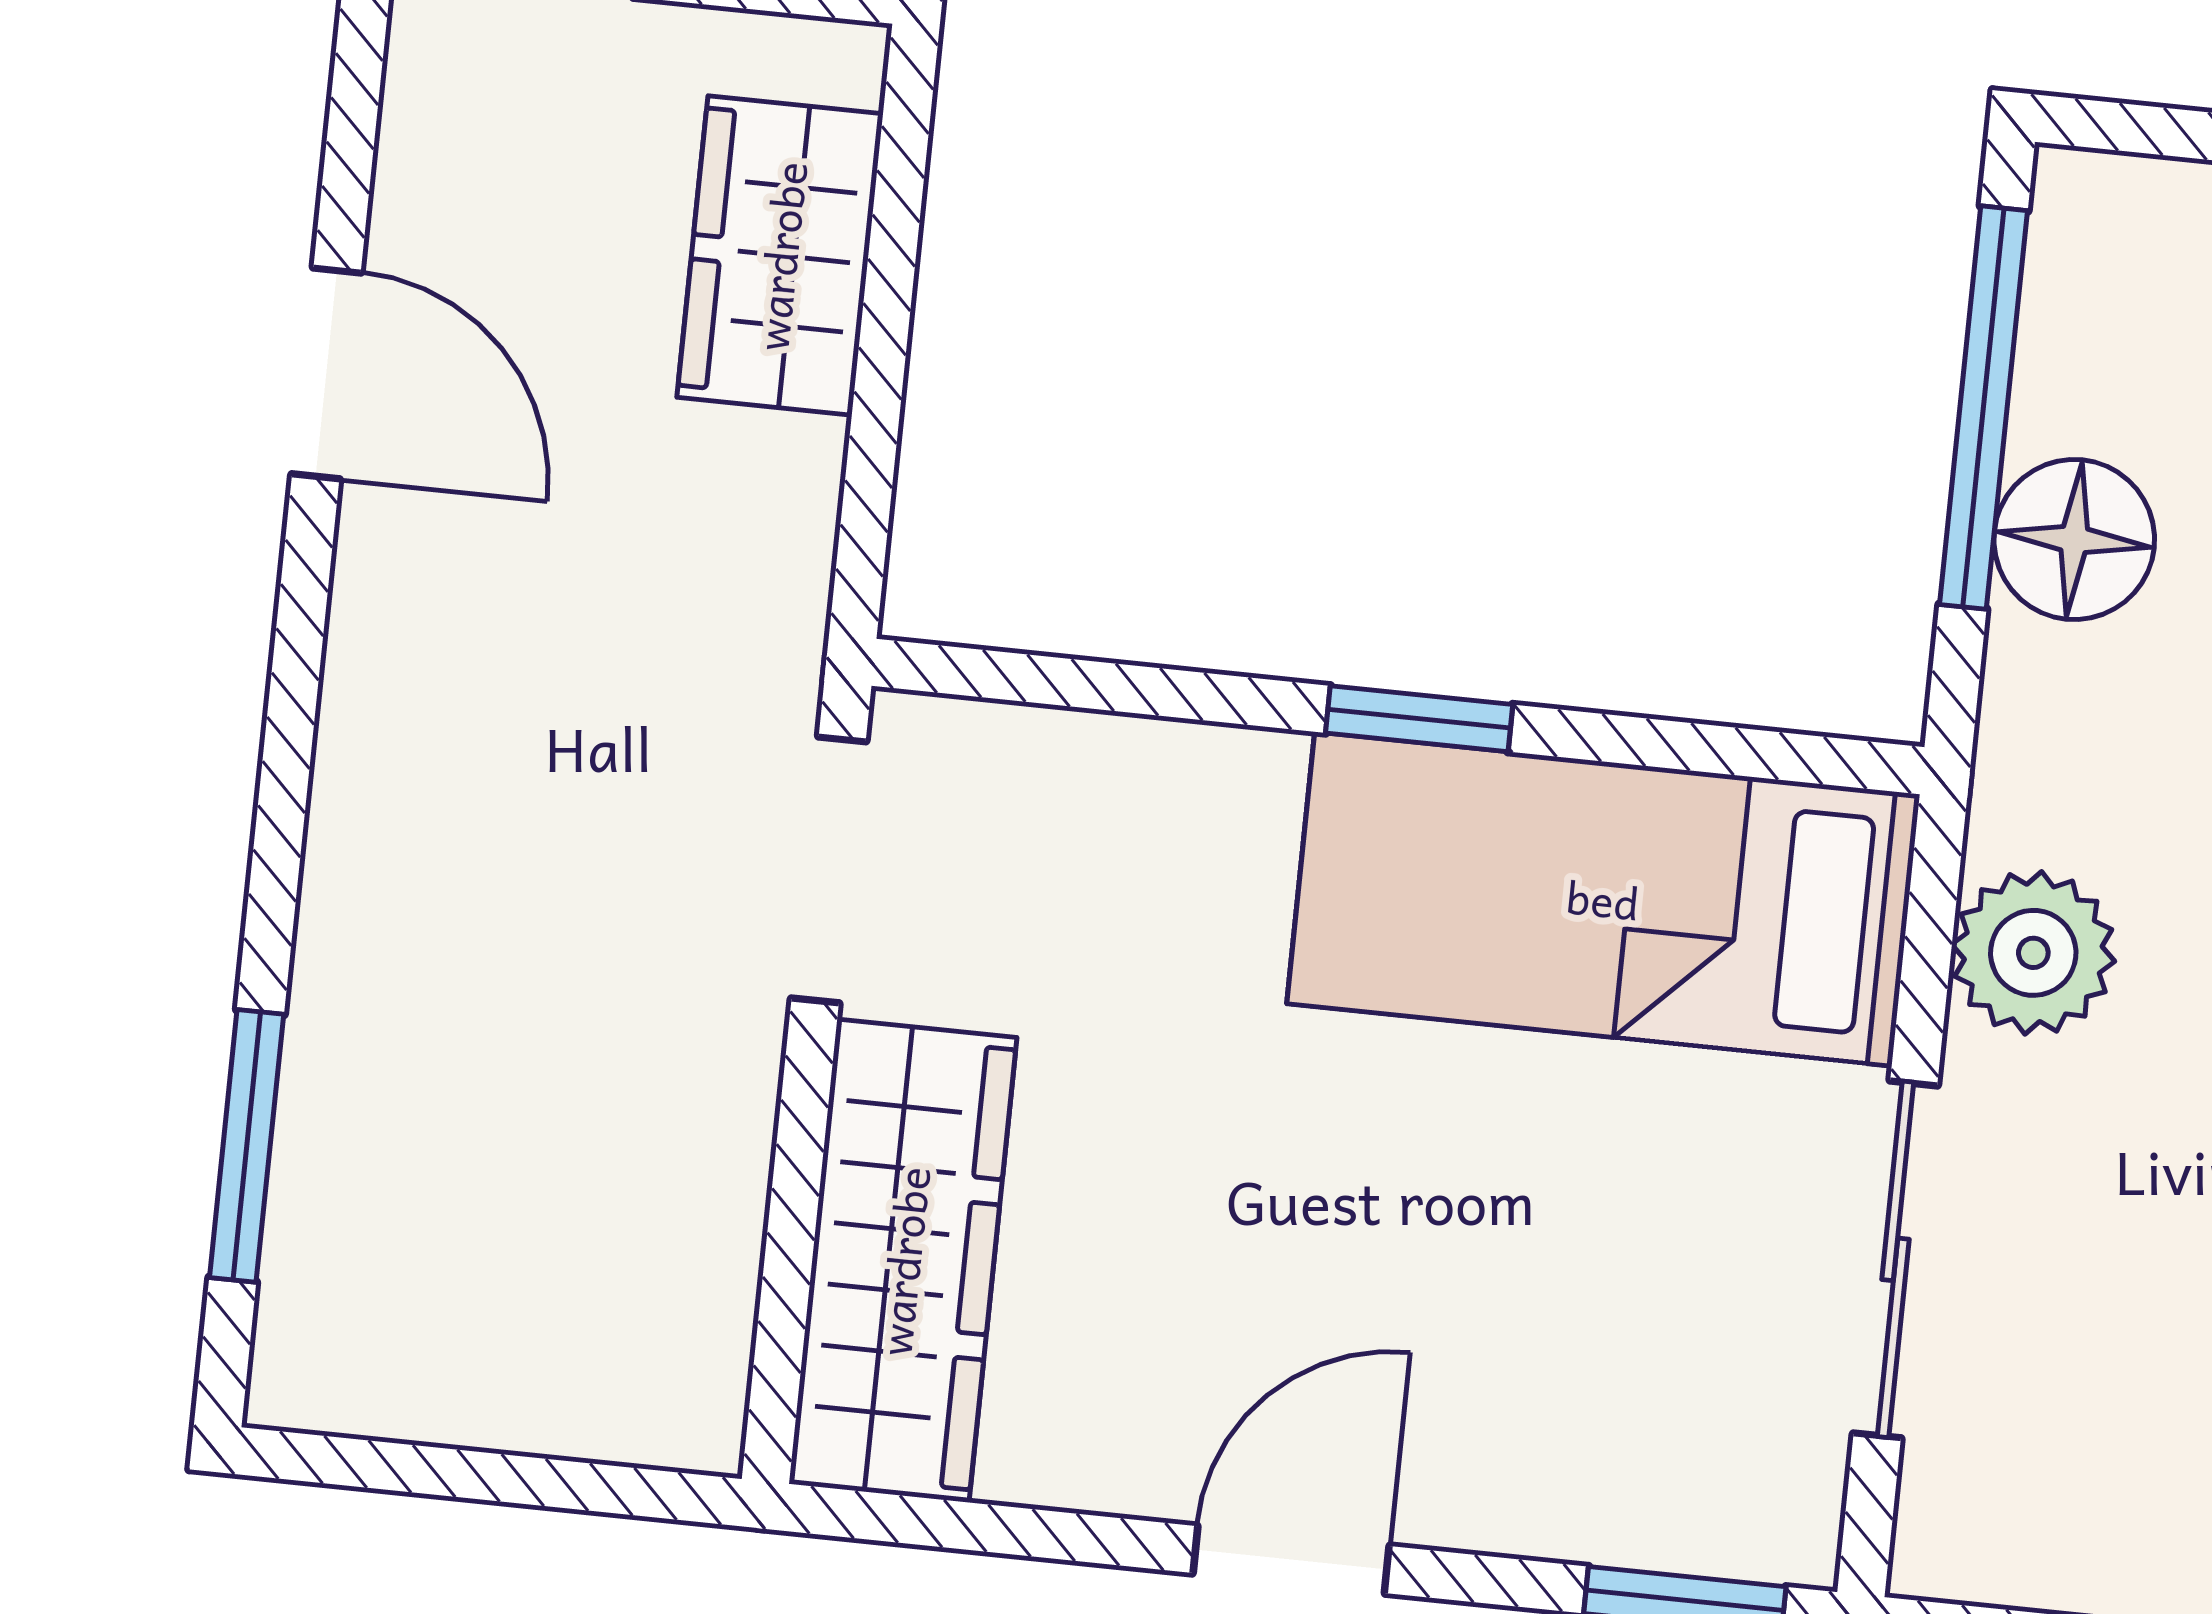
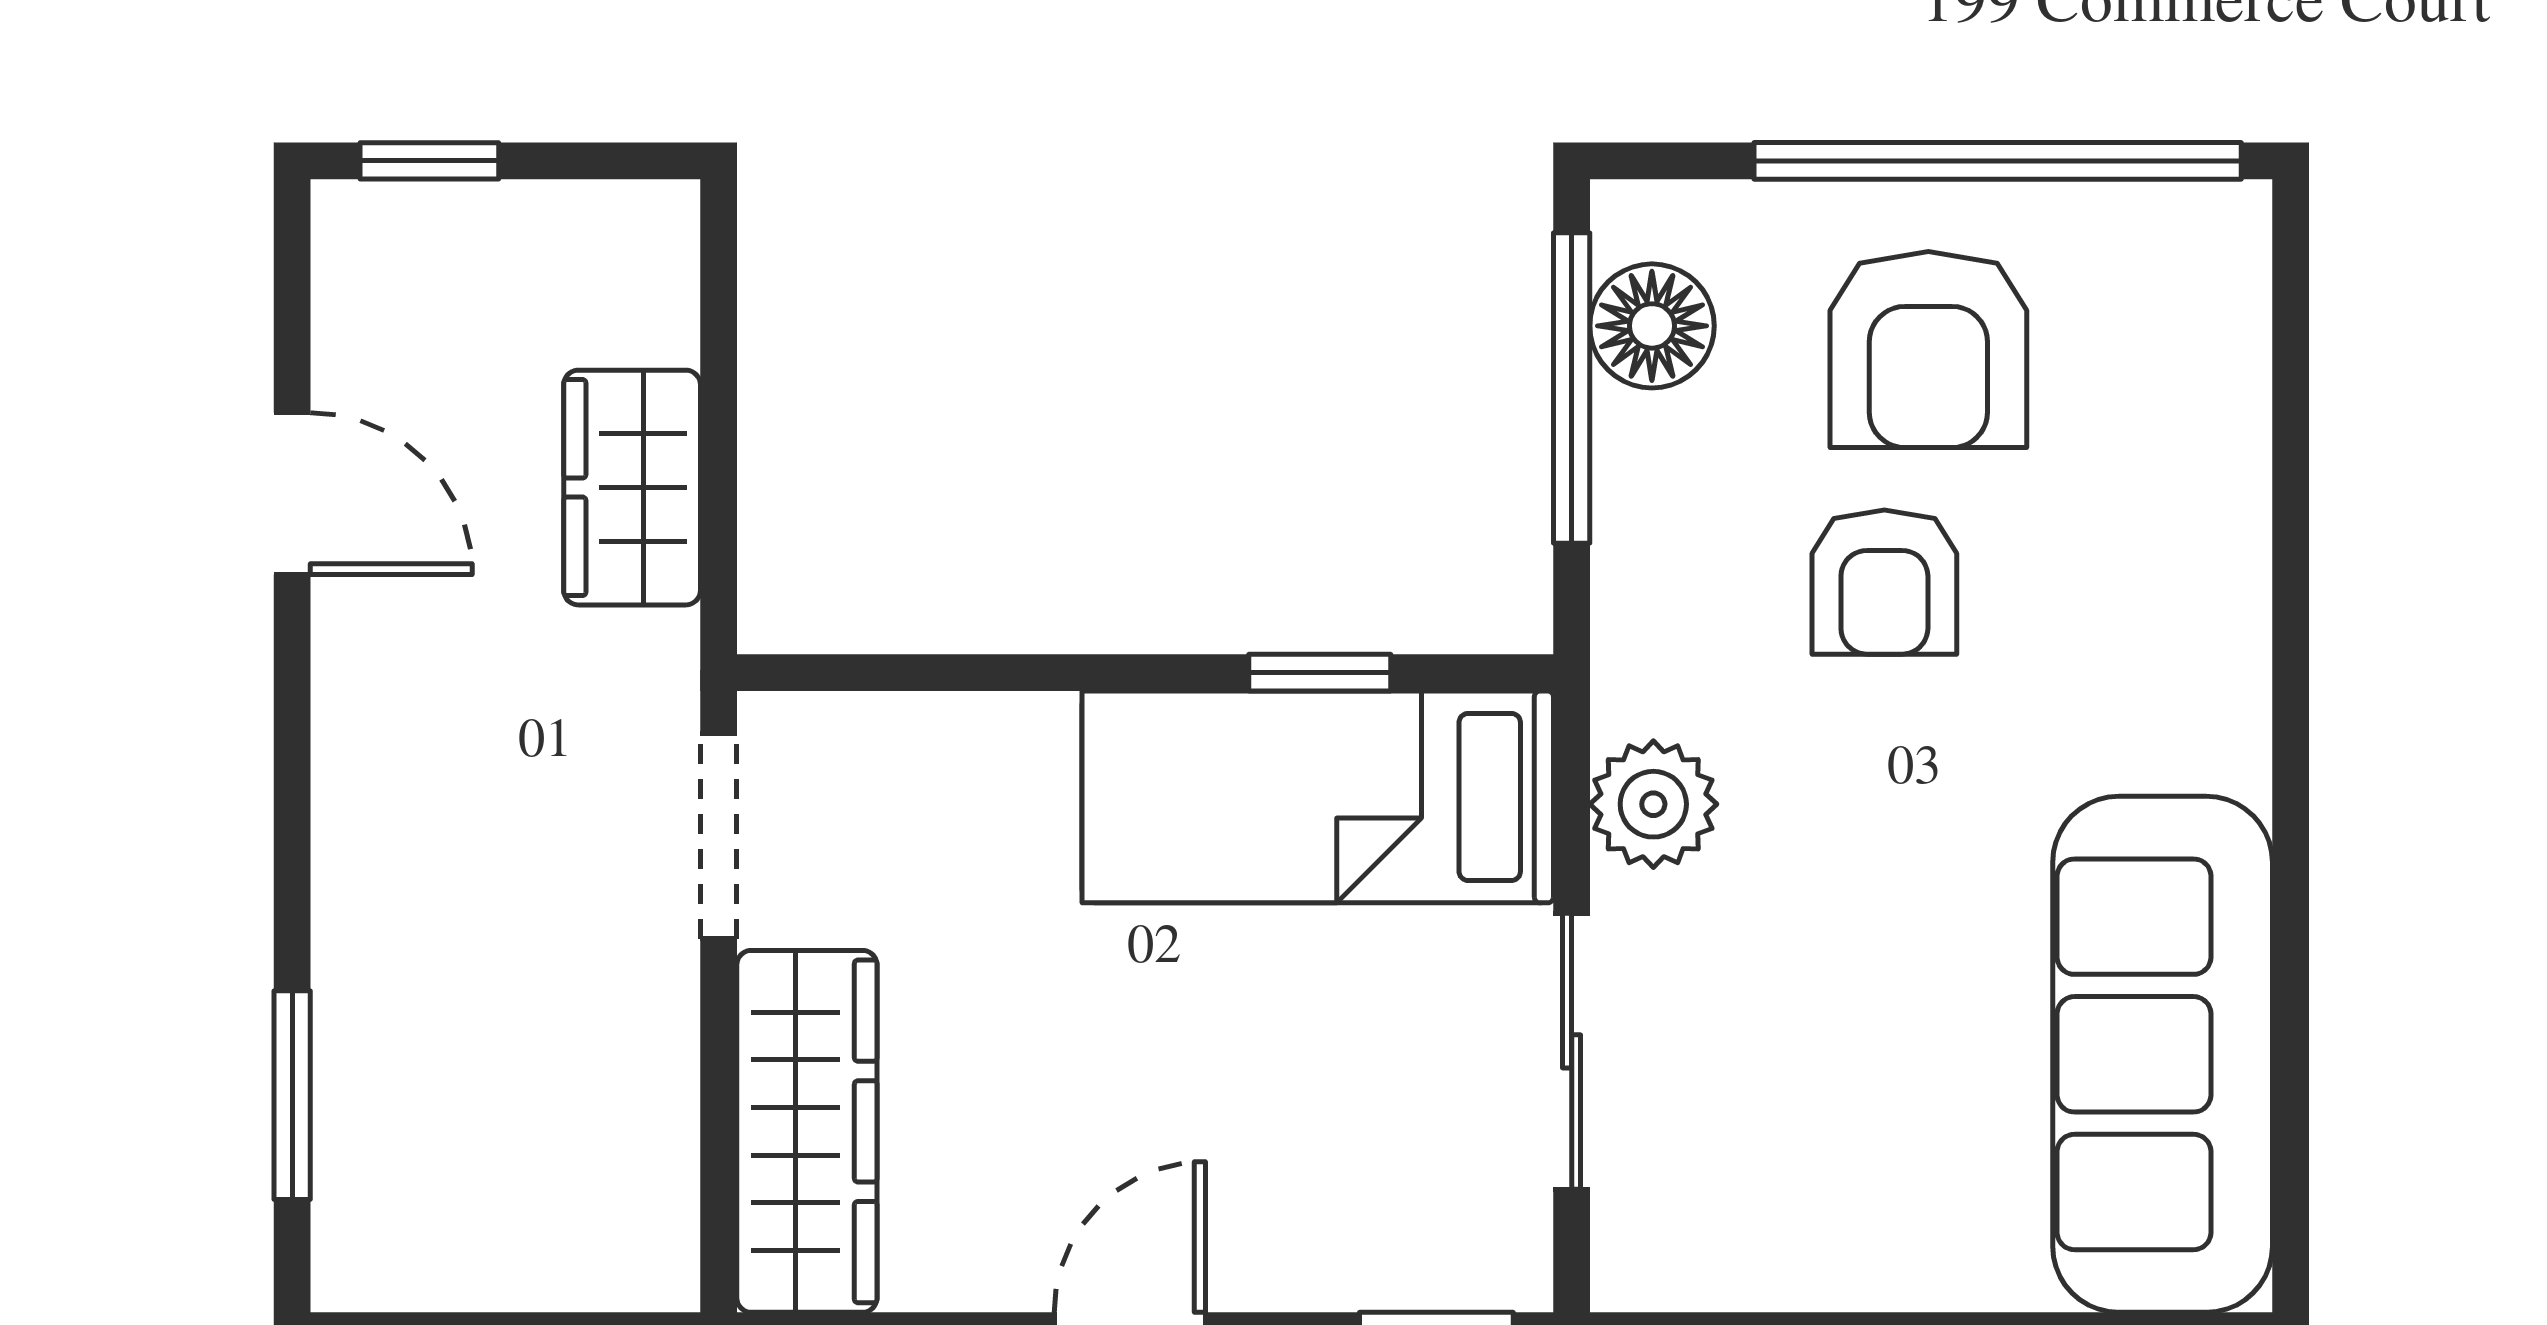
wardrobe: (780, 256) -> (632, 488), moved
floor lamp: (2074, 540) -> (1652, 326), moved
window: (1419, 719) -> (1320, 673), moved

